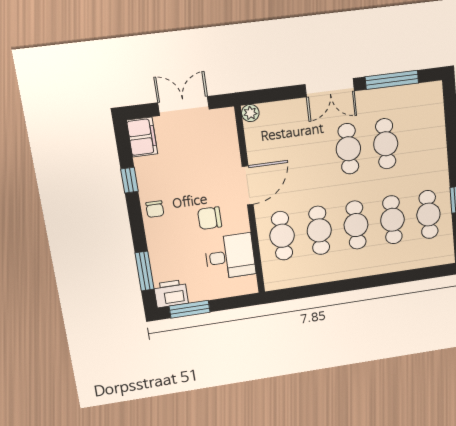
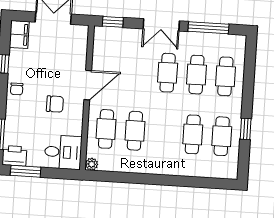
window: (265, 96) -> (113, 22), added
plant: (250, 113) -> (92, 164), moved
chair: (210, 218) -> (55, 104), turned 180
cafe table: (356, 225) -> (225, 76), moved
desk: (230, 256) -> (63, 152), moved

